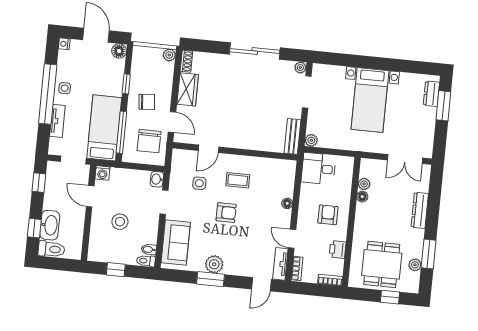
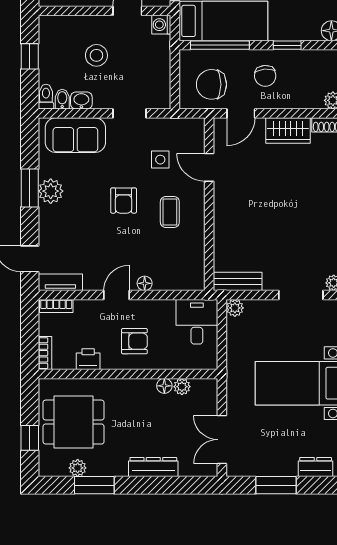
window: (443, 106) -> (276, 485), moved
washbasin: (157, 179) -> (81, 101), moved
door: (292, 239) -> (117, 295), moved

